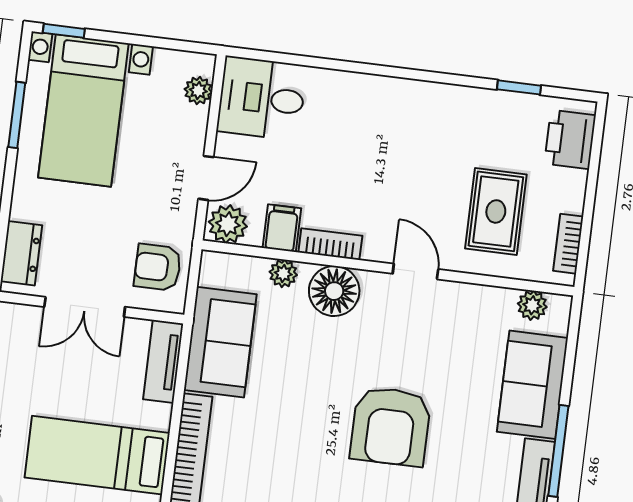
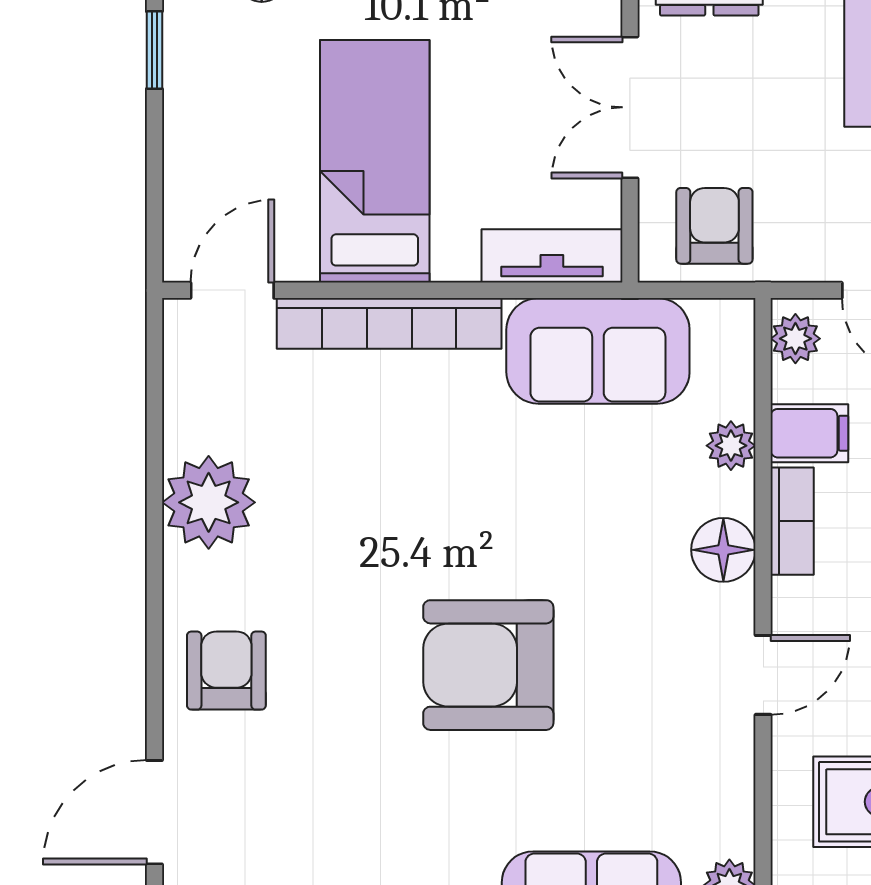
plant: (228, 224) -> (795, 339), width x0.73, depth x0.73
floor lamp: (334, 291) -> (723, 550), width x0.73, depth x0.73

